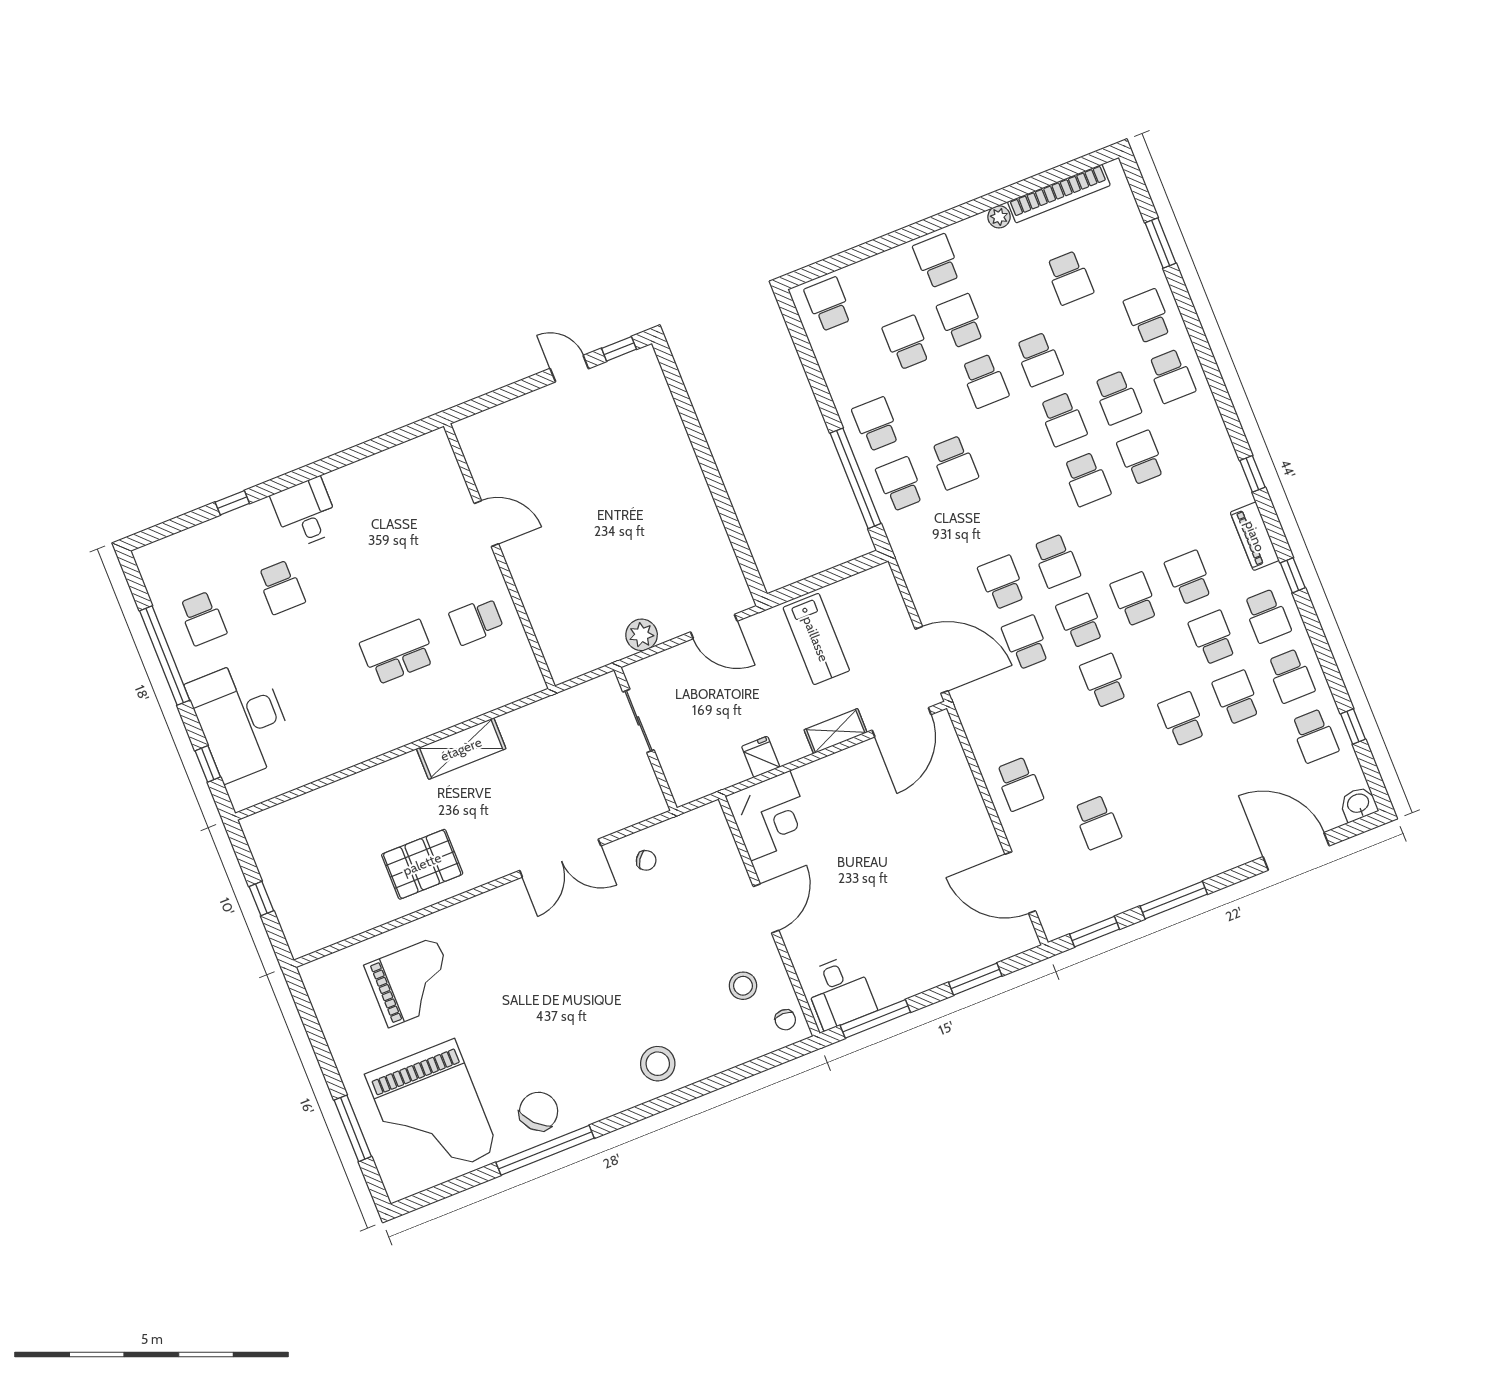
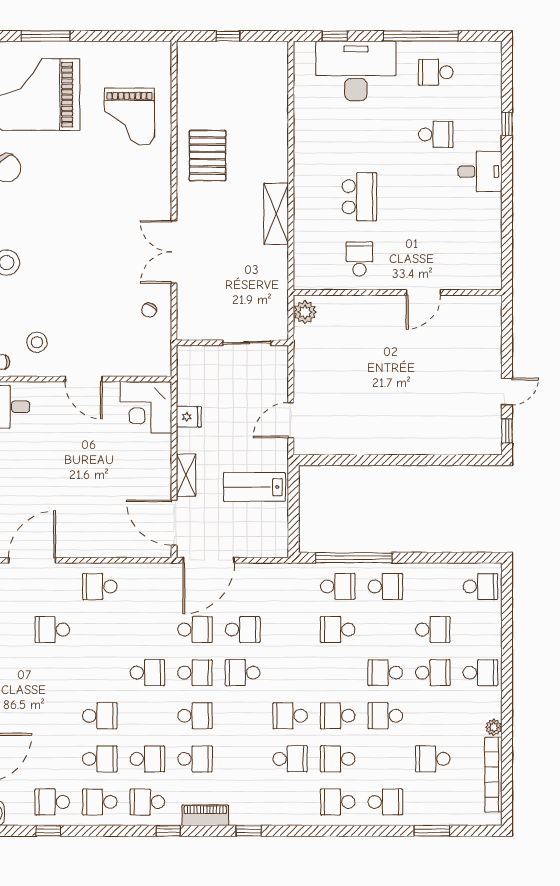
school desk: (281, 587) -> (436, 134), turned 180
plant: (642, 635) -> (305, 312), moved

